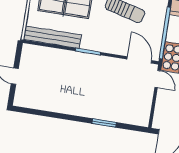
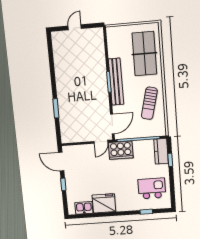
bench: (52, 37) -> (116, 82), moved

